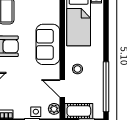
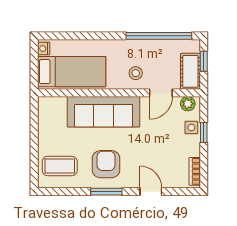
sofa: (48, 44) -> (104, 112), width x1.36

